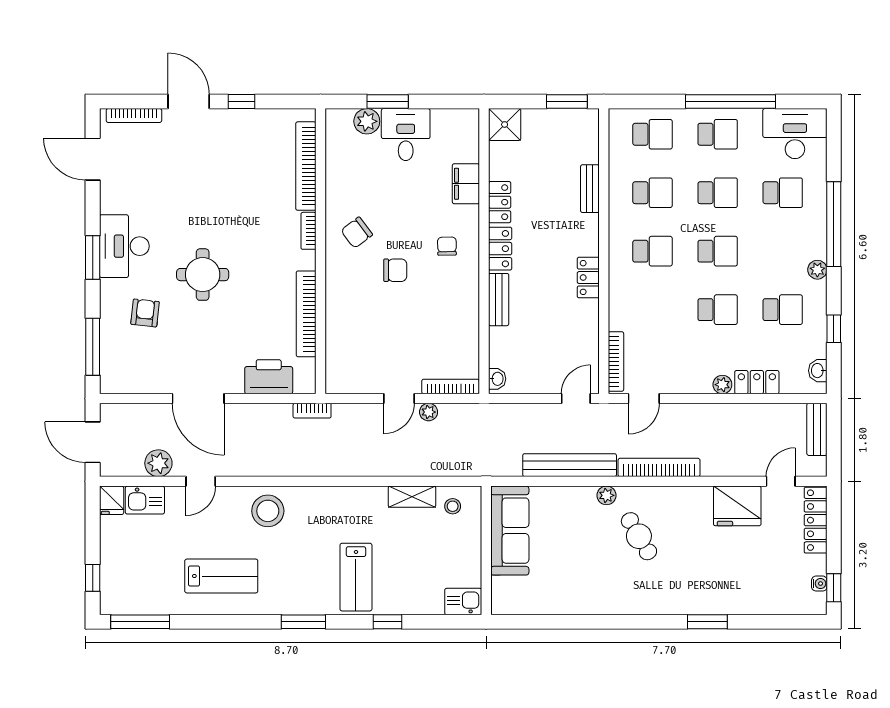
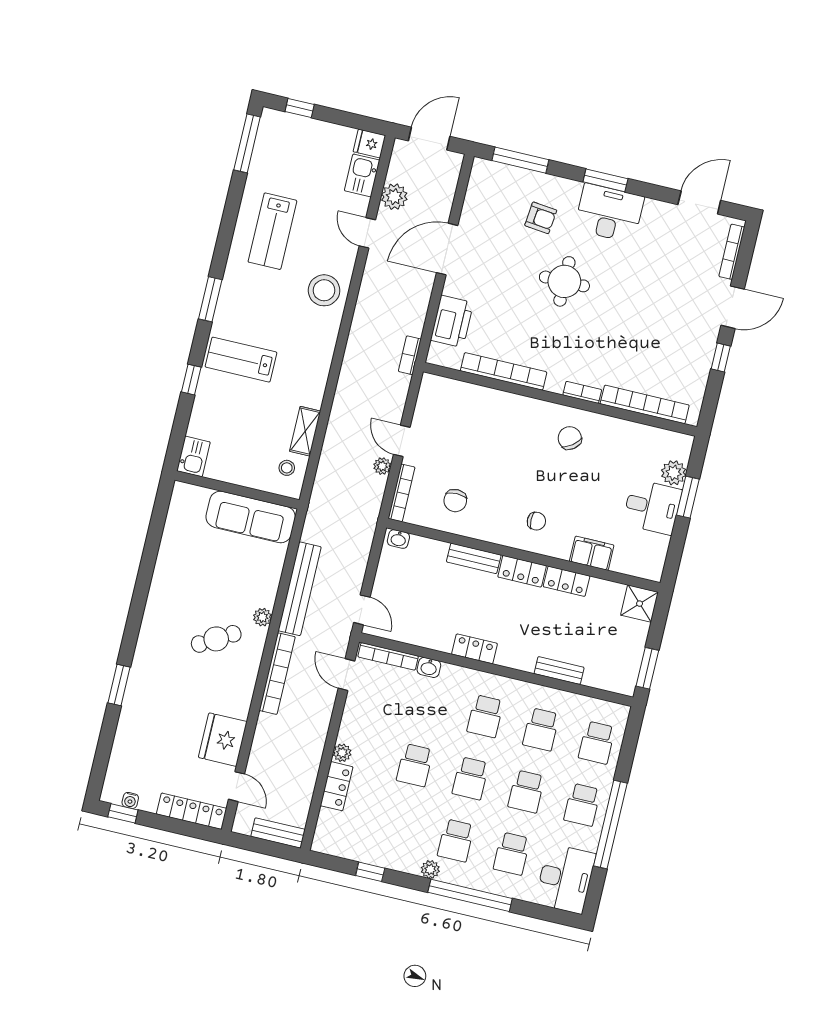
chair: (395, 270) -> (455, 501), moved
school desk: (783, 310) -> (456, 840), moved
washbasin: (818, 371) -> (429, 667), moved, turned 180

